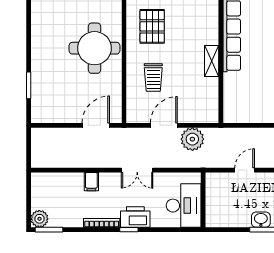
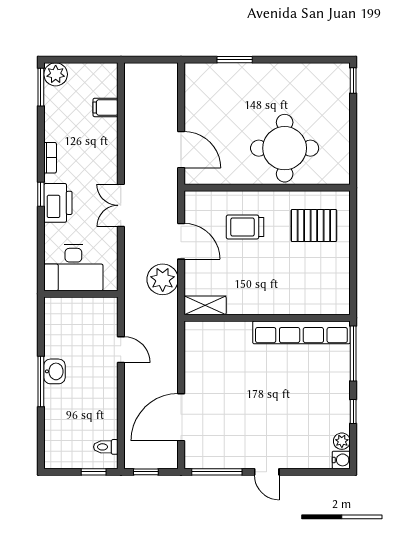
shelving: (212, 61) -> (205, 305), moved
filing cabinet: (91, 182) -> (106, 107), moved
bookcase: (102, 223) -> (50, 158), width x0.64

